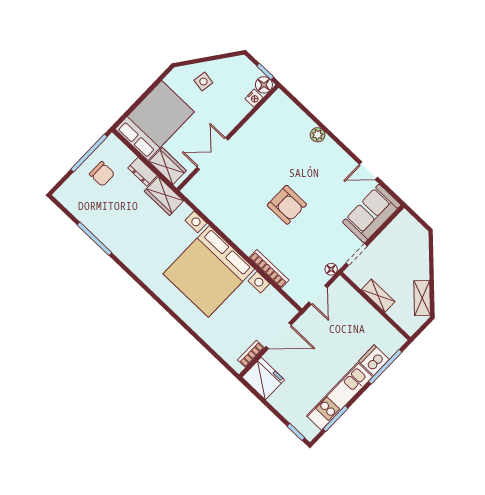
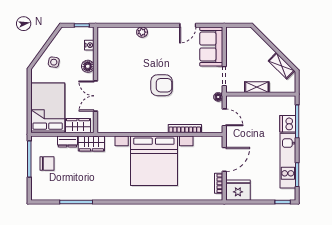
floor lamp: (264, 85) -> (88, 66), moved

